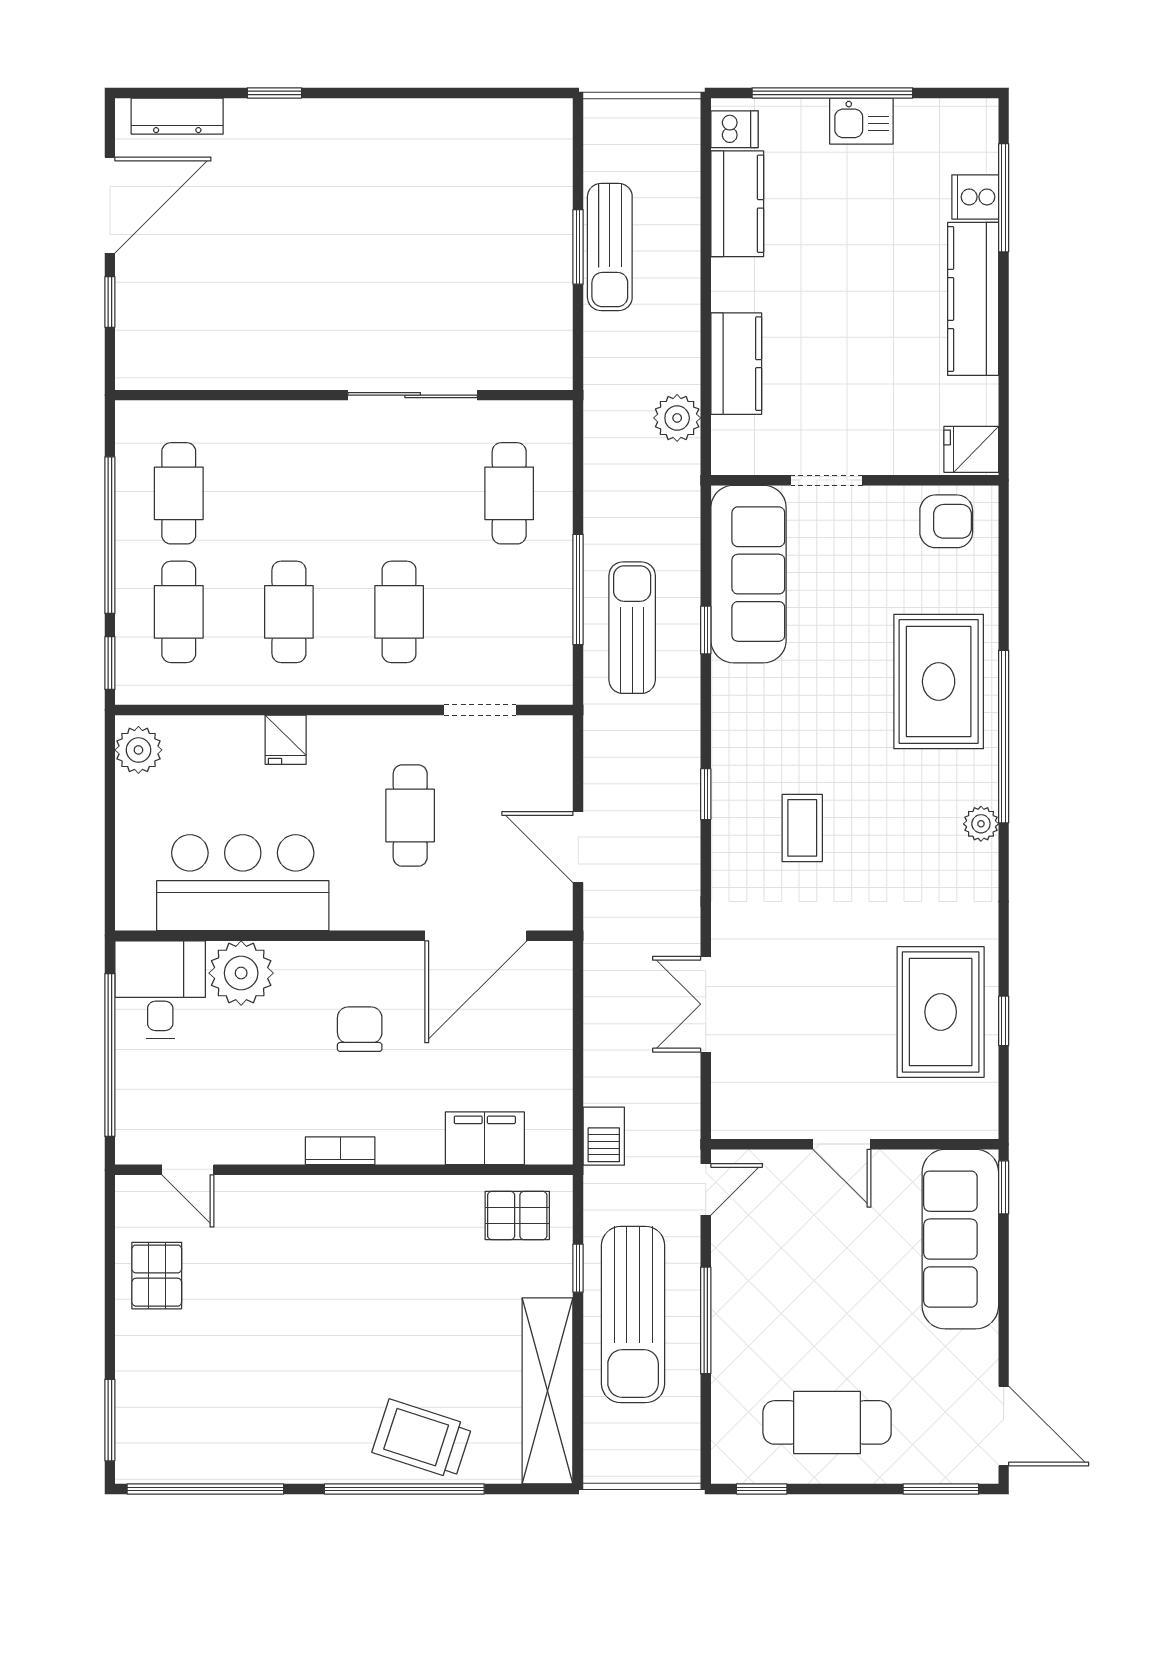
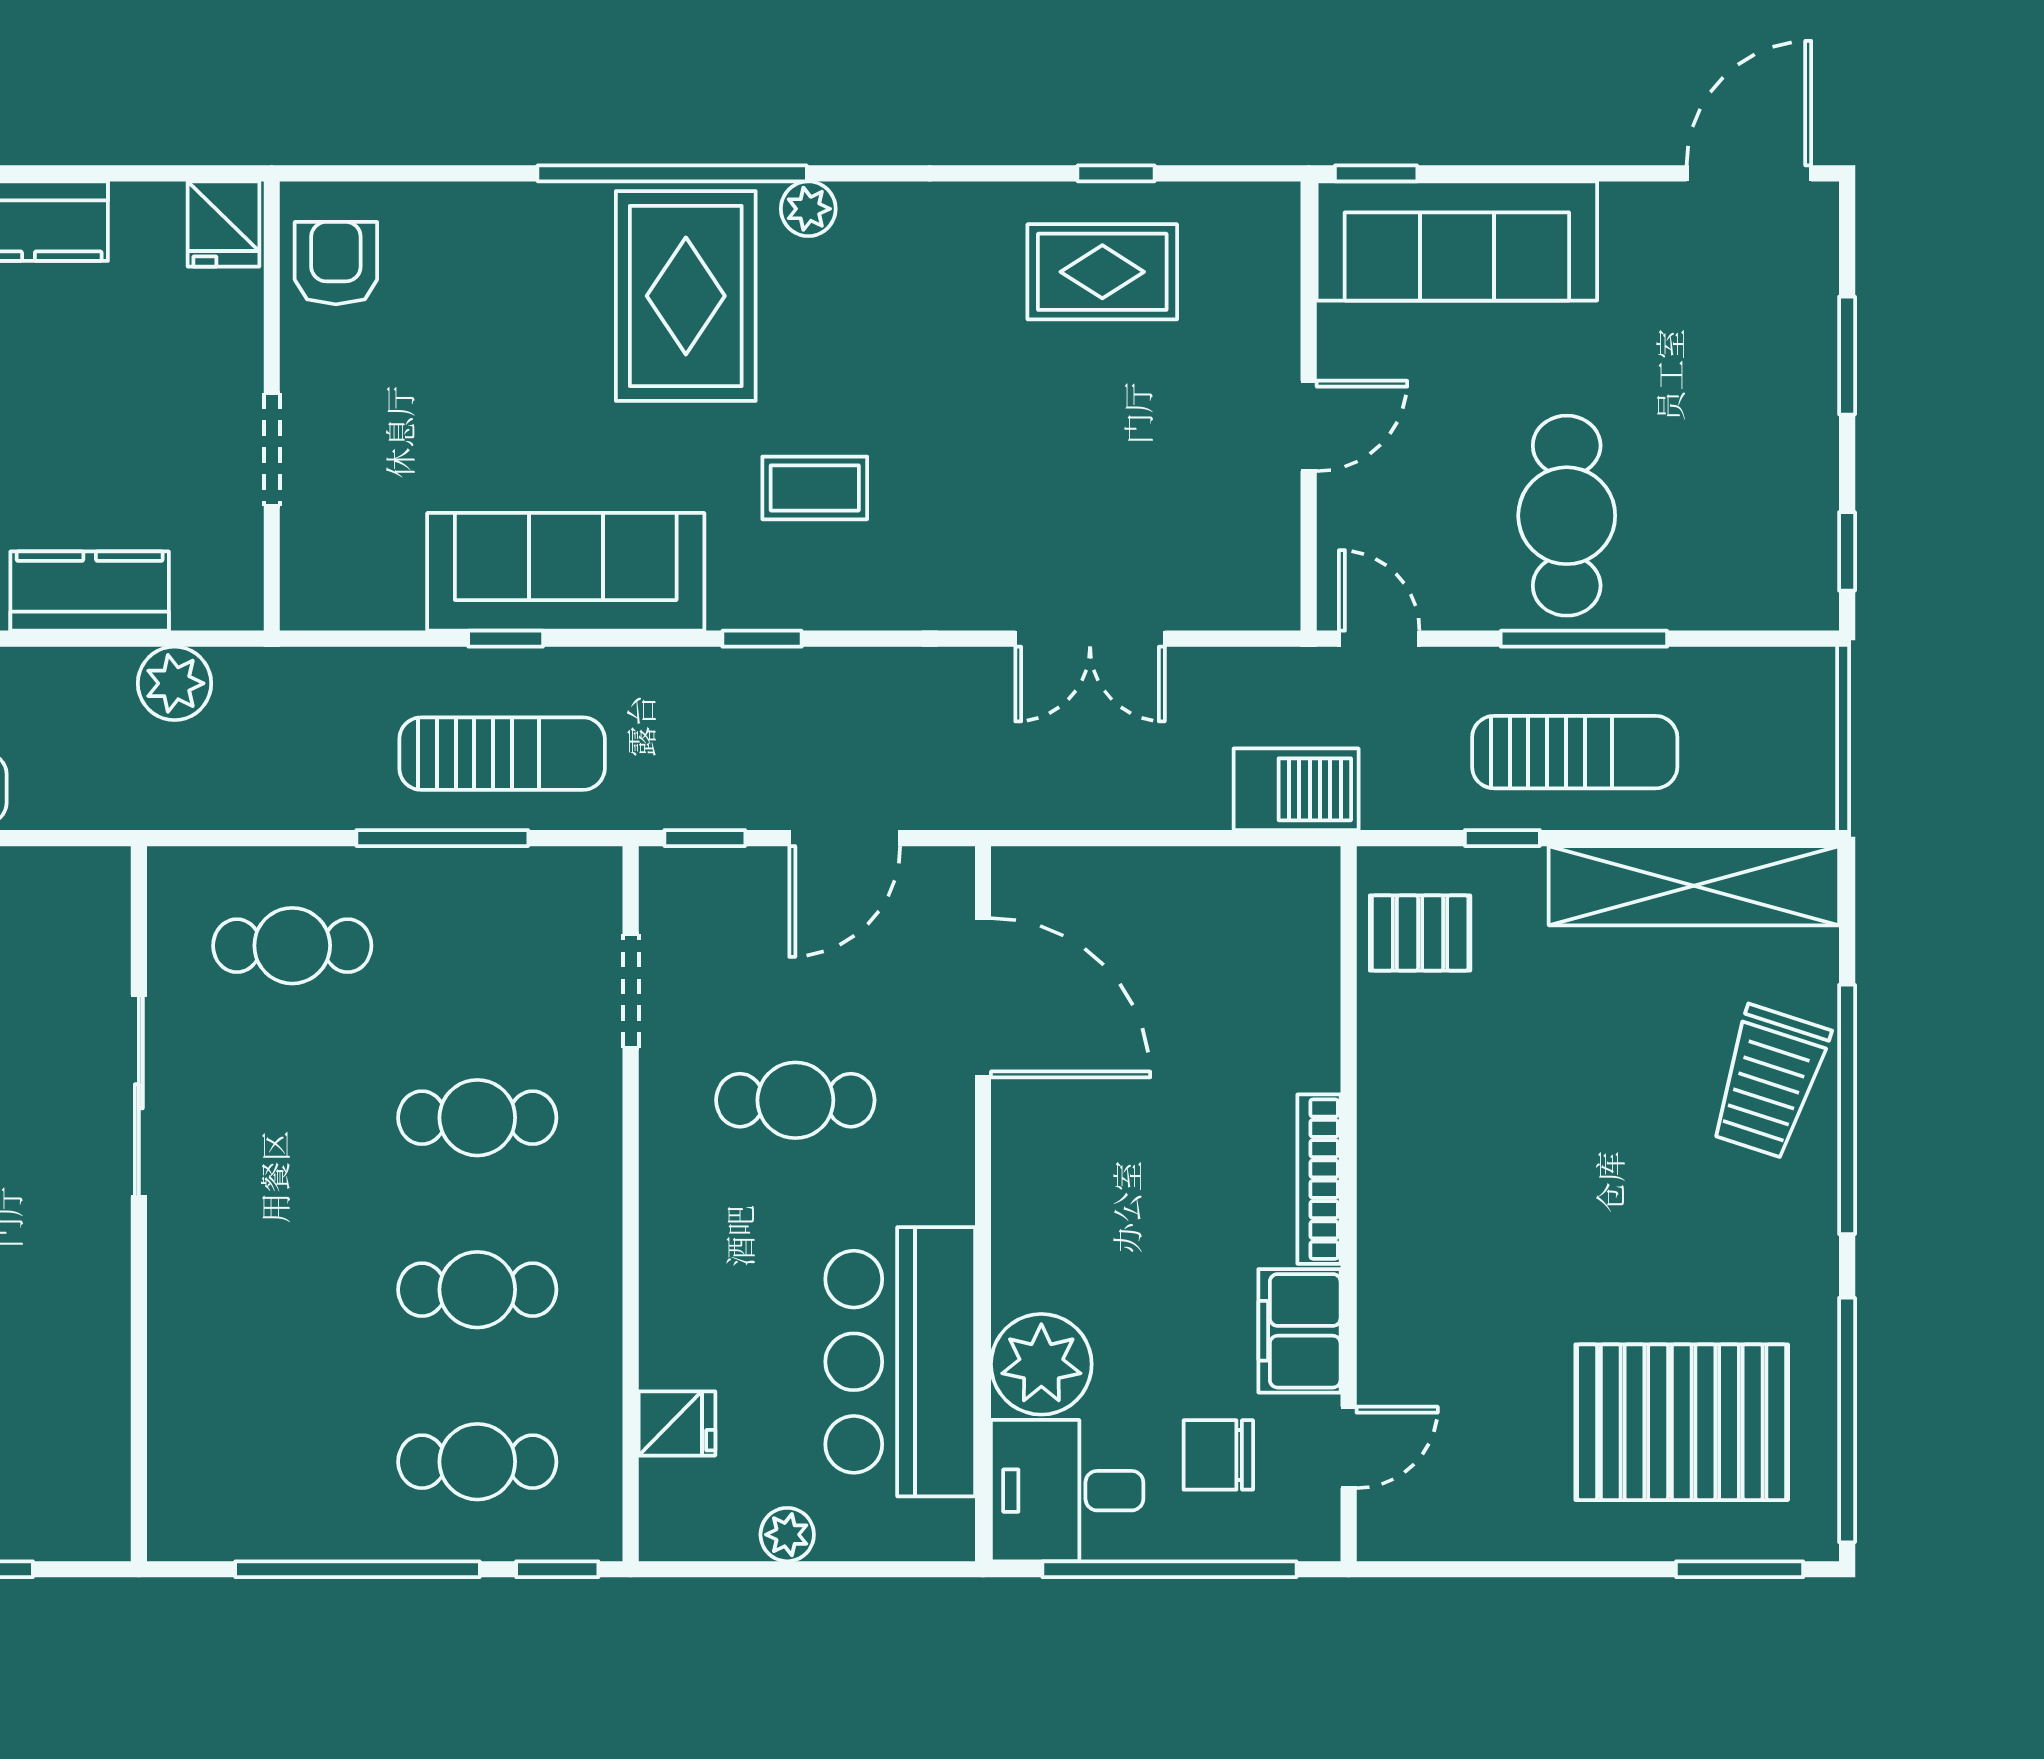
cafe table: (179, 493) -> (292, 1462), removed
sofa: (749, 574) -> (566, 572), moved
sun lounger: (632, 628) -> (502, 754), turned 180
rug: (939, 682) -> (686, 296), moved, turned 90
fridge: (286, 740) -> (677, 1423), moved
plant: (138, 750) -> (787, 1535), moved, width x0.73, depth x0.73
window: (578, 758) -> (705, 838), added
rug: (941, 1012) -> (1102, 272), width x0.73, depth x0.70
chair: (360, 1029) -> (1218, 1455), moved
barbecue: (604, 1136) -> (1296, 789), width x1.38, depth x1.27
filing cabinet: (485, 1138) -> (1299, 1331), moved
bookcase: (340, 1151) -> (1319, 1179), width x1.56
pallet: (517, 1215) -> (1420, 933), turned 90
pallet: (157, 1276) -> (1682, 1422), moved, width x2.05, depth x2.00
sun lounger: (633, 1315) -> (1575, 752), width x0.73, depth x0.75
cafe table: (827, 1422) -> (1567, 516), moved
window: (941, 1489) -> (1847, 356), moved

